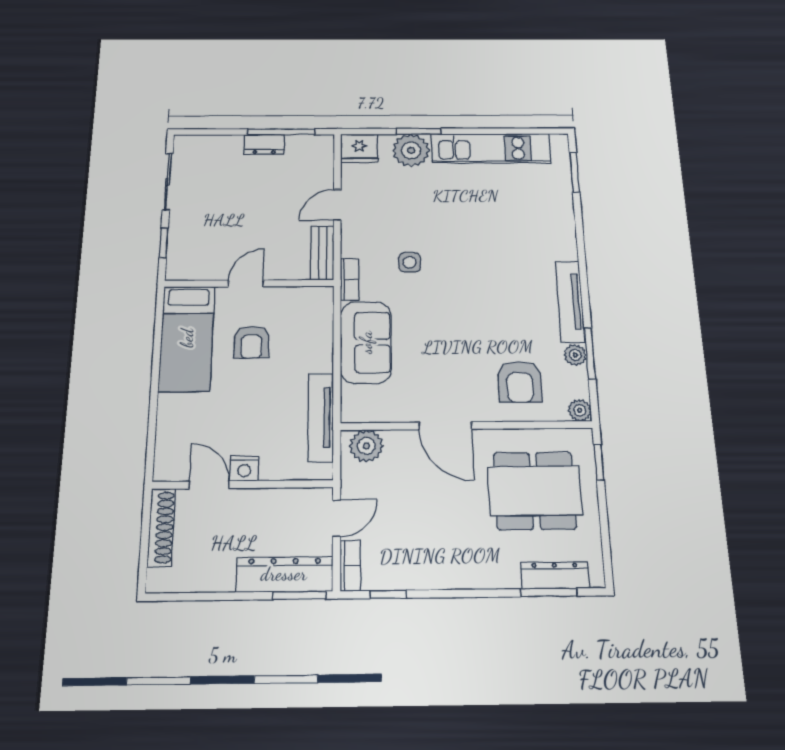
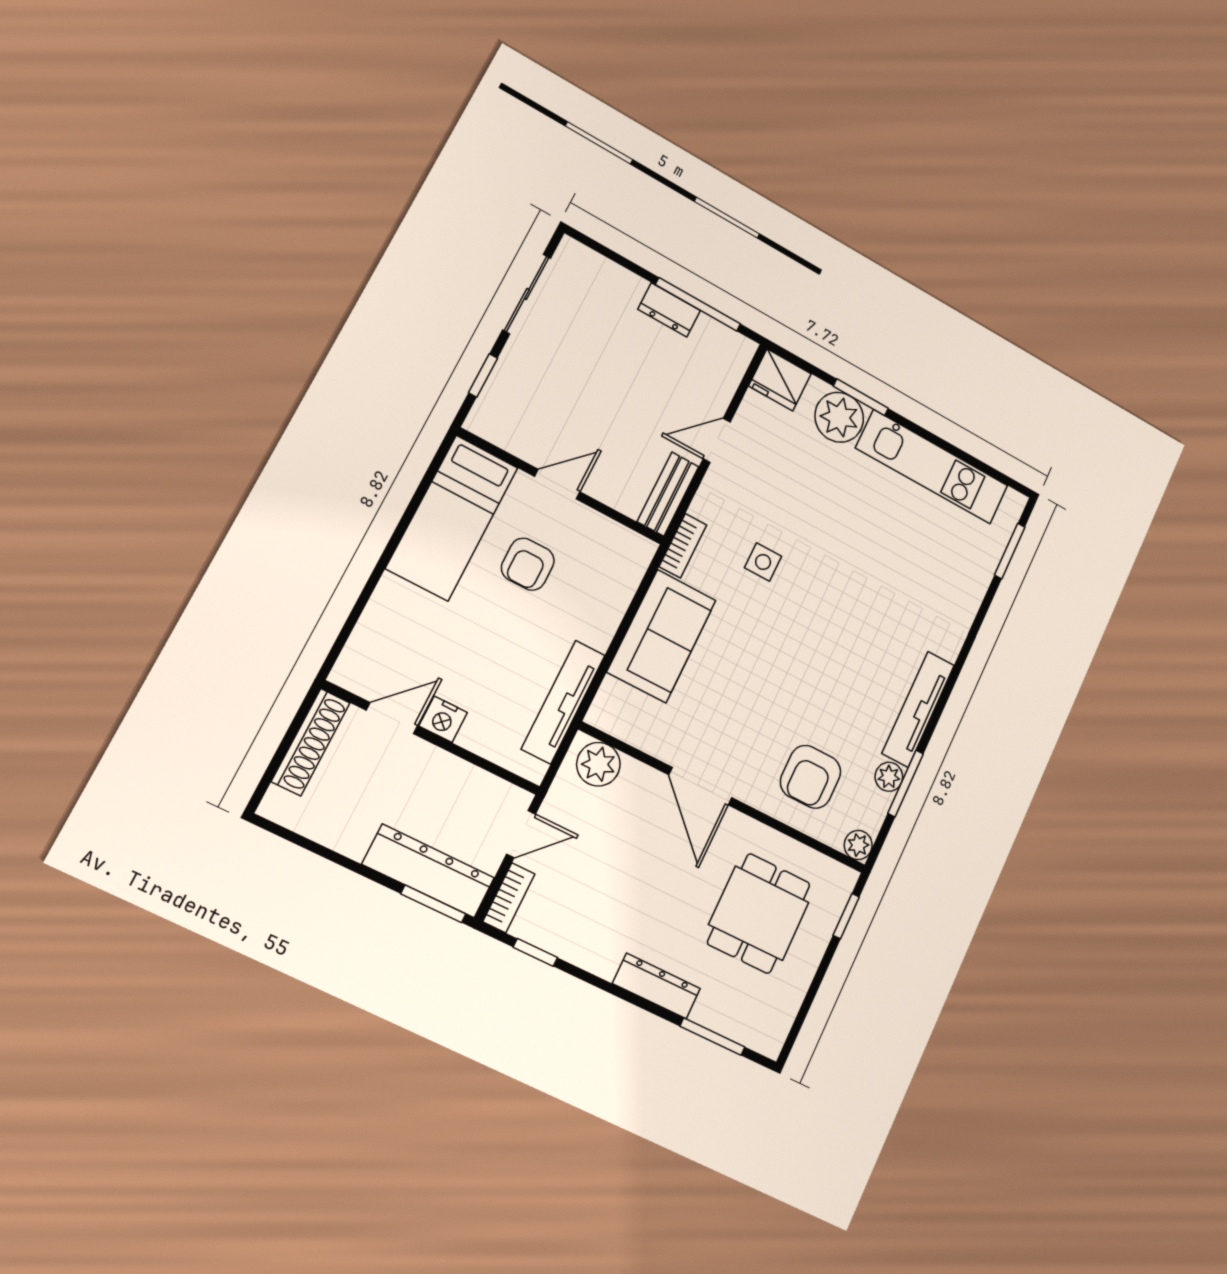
door: (209, 485) -> (392, 718), hinge flipped
dining table: (535, 491) -> (759, 913), width x0.73
dresser: (555, 575) -> (656, 986), moved

